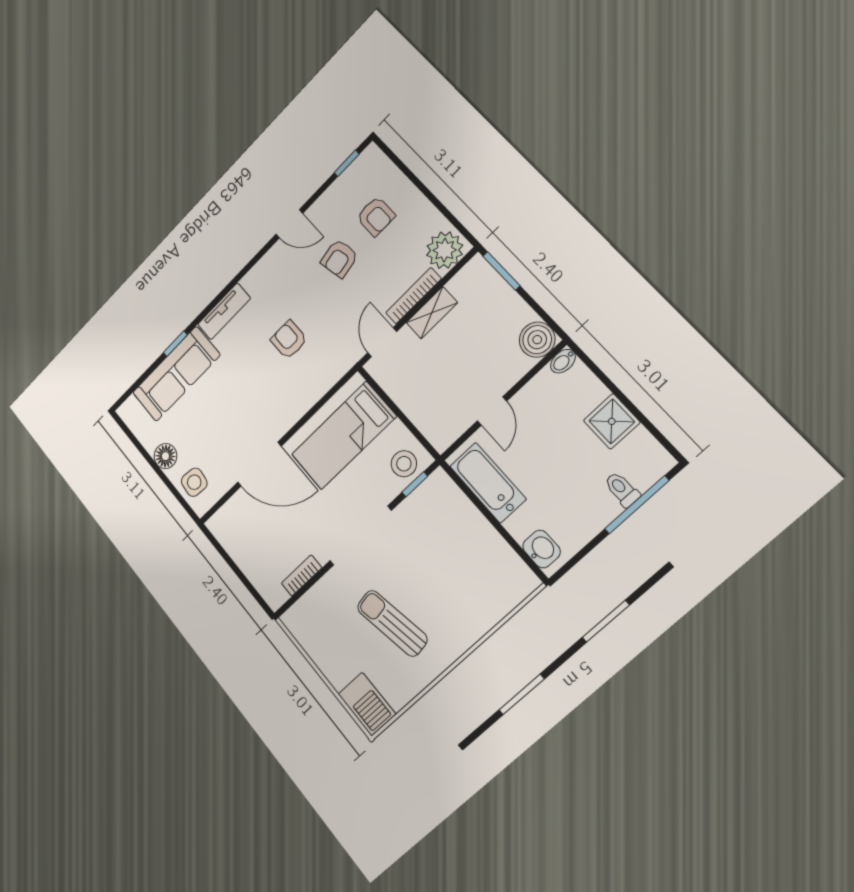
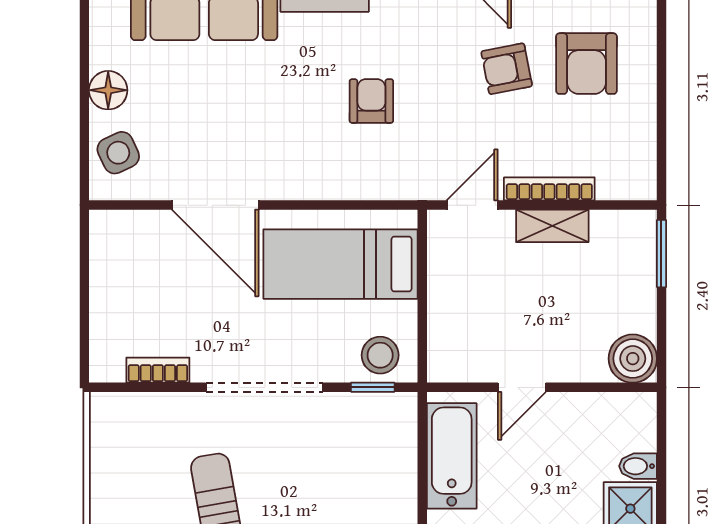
armchair: (376, 216) -> (586, 64), width x1.38, depth x1.38
plant: (445, 250) -> (625, 174), removed
bidet: (563, 361) -> (638, 466), moved
side table: (194, 482) -> (118, 153), turned -31

